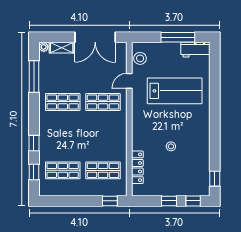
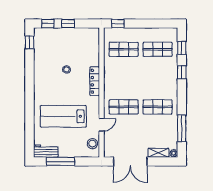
double door: (95, 37) -> (130, 161), swing flipped
locker: (137, 167) -> (95, 81), moved

